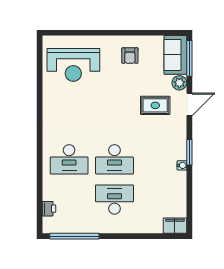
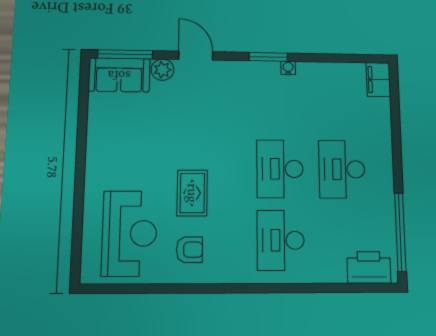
armchair: (130, 56) -> (189, 250), moved
rug: (155, 105) -> (192, 193), moved
desk: (69, 159) -> (281, 240), turned 180
desk: (114, 159) -> (280, 169), turned 180
printer: (49, 209) -> (369, 267), width x1.87, depth x1.48

